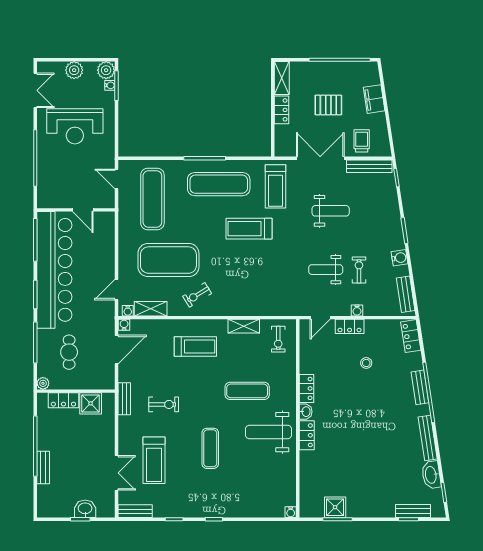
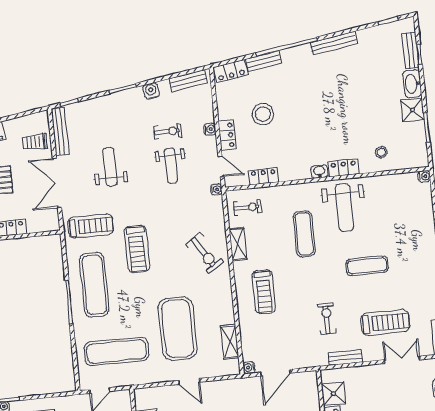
exercise bike: (359, 270) -> (168, 131), turned 180
door: (116, 290) -> (189, 381), moved
exercise bike: (197, 295) -> (205, 253), moved, width x1.38, depth x1.39
water cooler: (128, 311) -> (216, 190), moved
treadmill: (195, 347) -> (264, 292), turned 180
door: (116, 350) -> (275, 373), swing flipped
stool: (366, 363) -> (263, 114), width x1.89, depth x1.89
bench: (420, 387) -> (264, 61), moved
locker: (306, 388) -> (264, 176), moved
bench: (124, 399) -> (345, 358), moved
stool: (318, 473) -> (381, 152), added
washbasin: (431, 475) -> (412, 84), moved, turned 99
shower: (335, 507) -> (413, 110), moved

